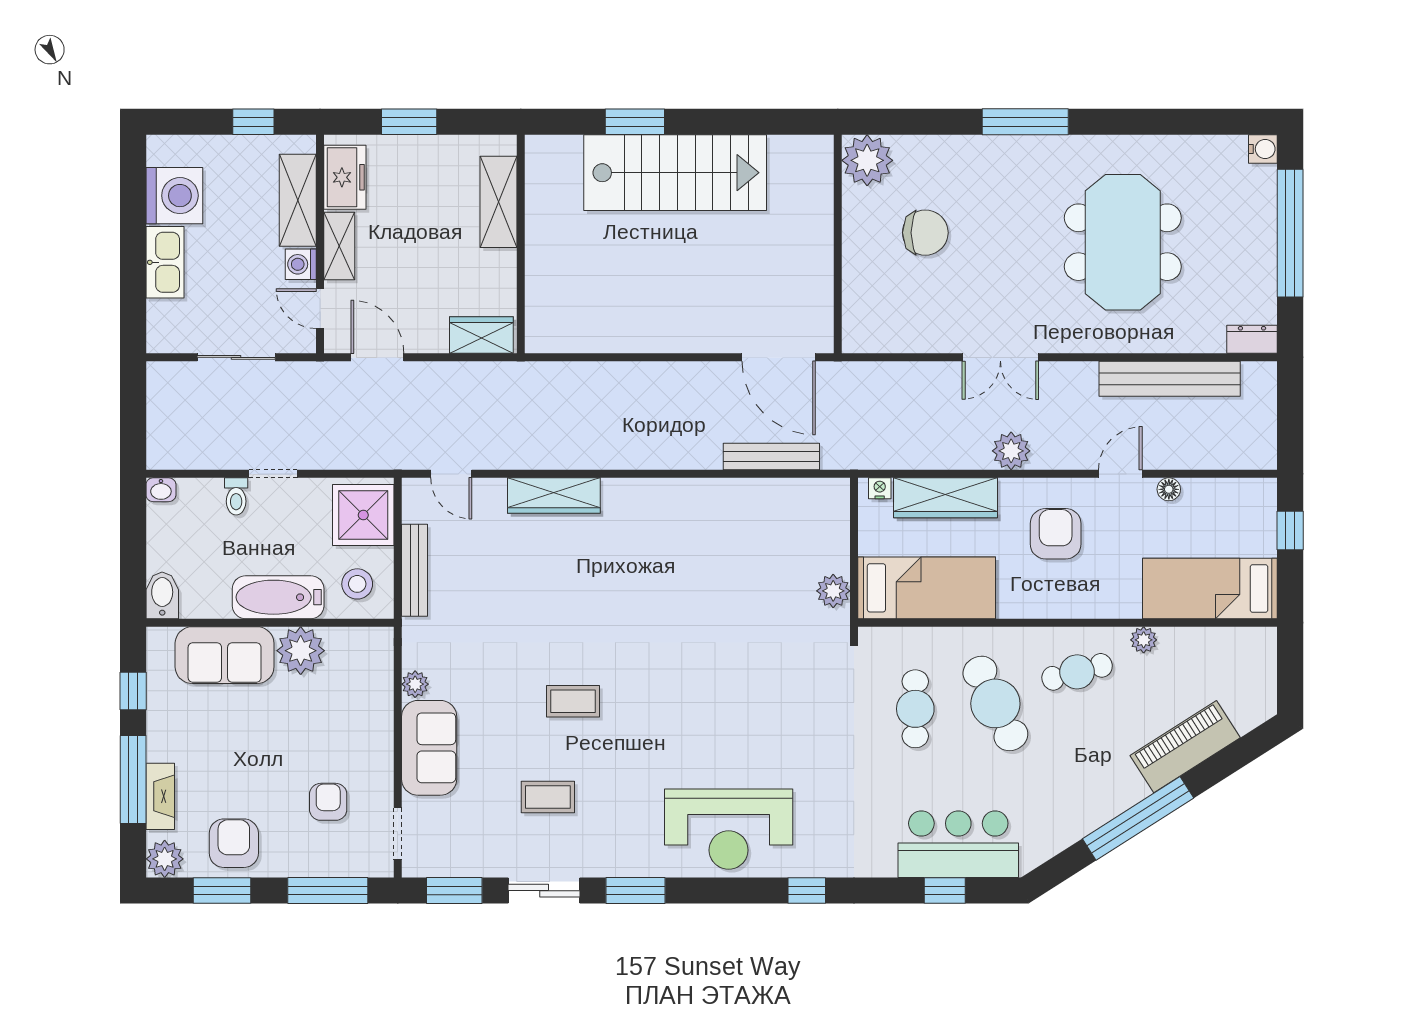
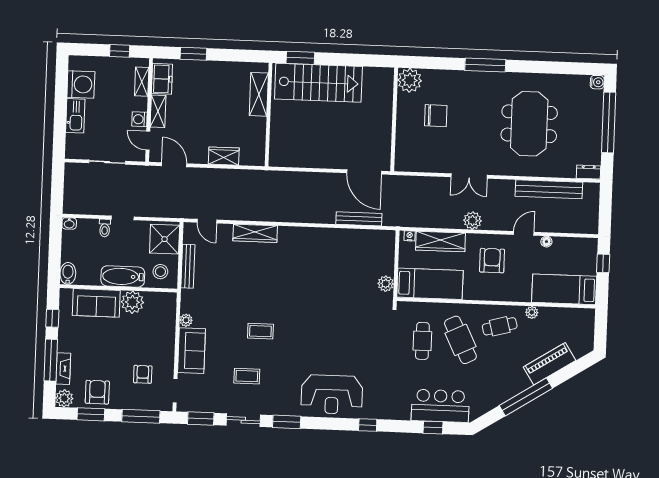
shelving: (298, 200) -> (142, 82), width x0.67, depth x0.75
shelving: (499, 202) -> (259, 94), moved
wall: (521, 244) -> (269, 115), moved

